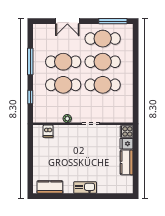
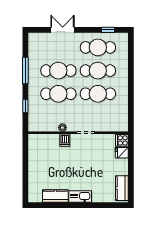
double door: (67, 21) -> (63, 30), swing flipped
window: (113, 21) -> (108, 30), width x0.46
dishwasher: (48, 131) -> (65, 140), moved
kitchen counter: (127, 162) -> (122, 188), moved
kitchen counter: (50, 187) -> (55, 196), moved

